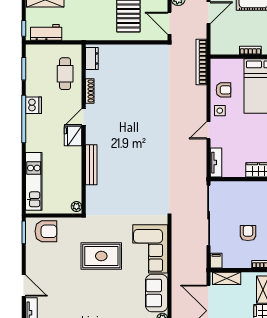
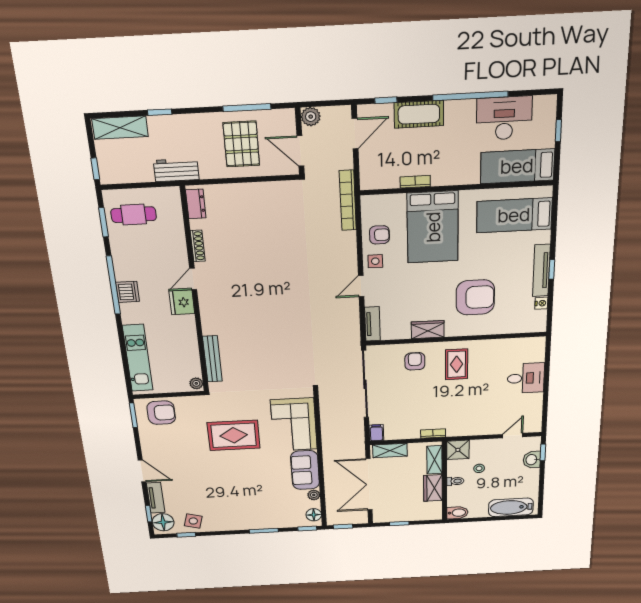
workbench: (46, 32) -> (176, 170), moved
cafe table: (65, 74) -> (134, 215), moved, turned 90
dishwasher: (34, 105) -> (128, 292), moved
bench: (91, 165) -> (212, 359), moved
armchair: (248, 233) -> (415, 361), moved

